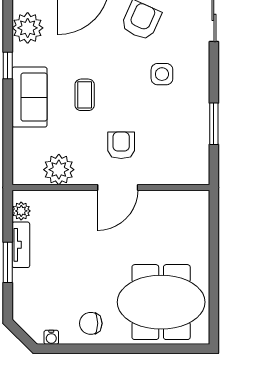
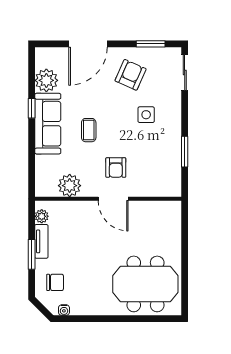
sofa: (29, 97) -> (48, 124), width x1.36
armchair: (121, 145) -> (116, 168), turned 180
door: (118, 187) -> (113, 199), hinge flipped
chair: (91, 323) -> (55, 282), moved, turned 180

